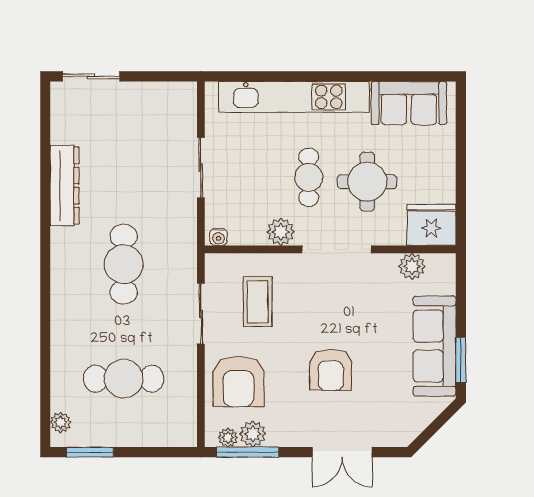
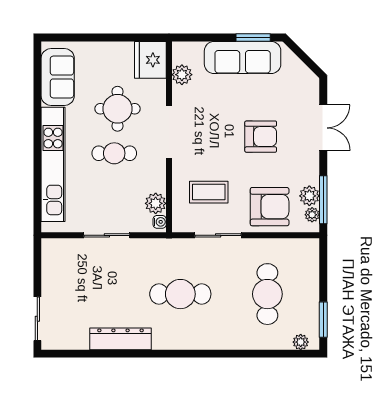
plant: (281, 232) -> (156, 203), moved

